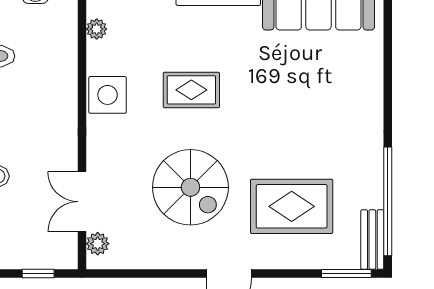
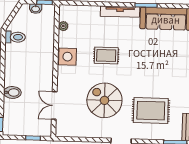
spiral stairs: (190, 187) -> (104, 100), turned 180
plant: (98, 244) -> (61, 125), removed

